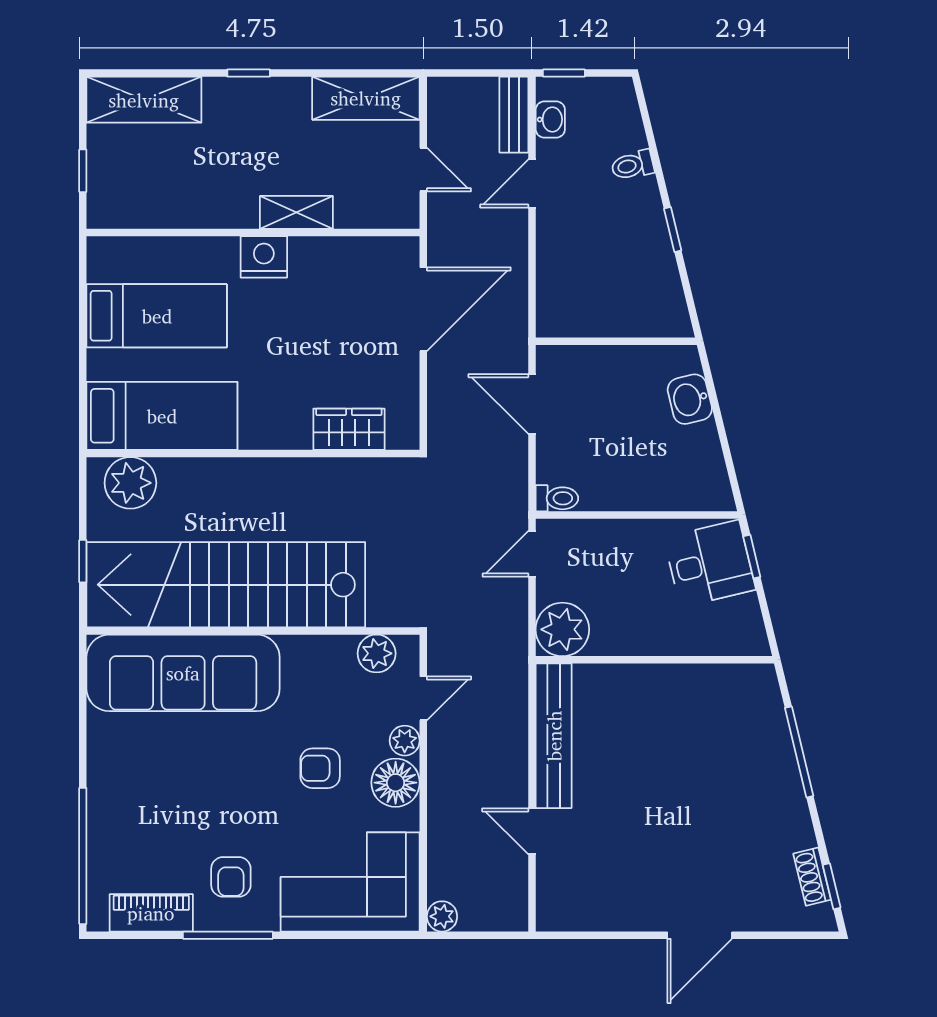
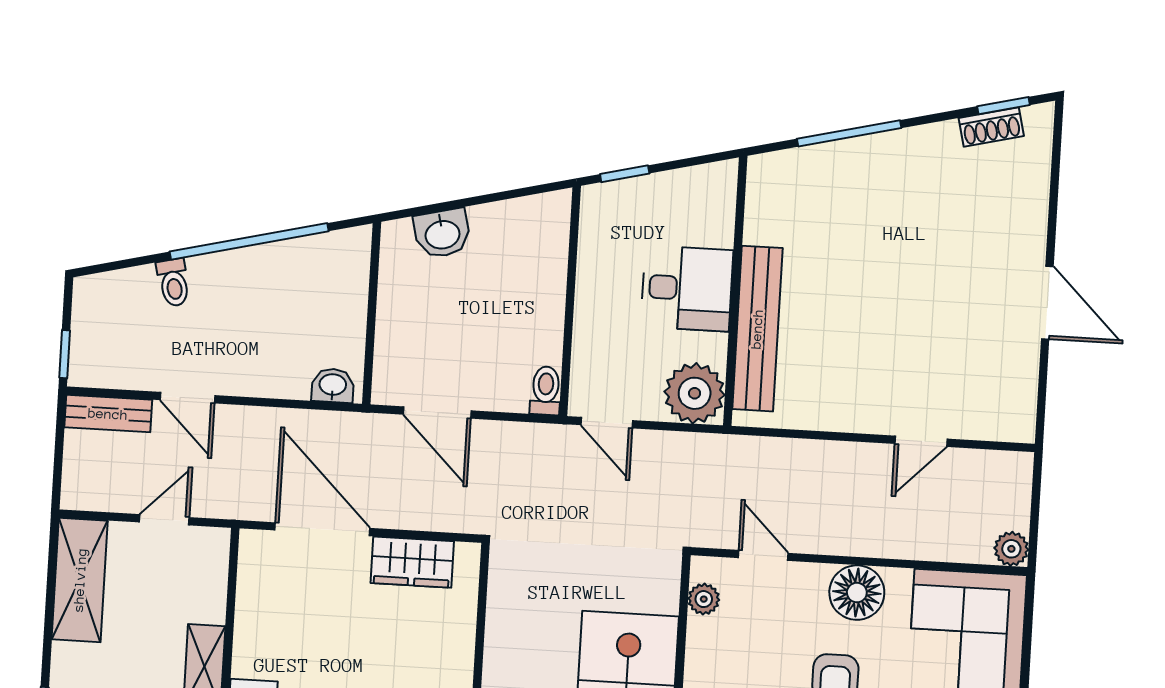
washbasin: (550, 119) -> (333, 386), moved
window: (673, 230) -> (249, 241), width x3.17
door: (532, 404) -> (437, 413), hinge flipped
wardrobe: (349, 429) -> (412, 562), moved, turned -90
desk: (710, 564) -> (687, 288), moved, turned 104
plant: (377, 653) -> (704, 599), width x0.73, depth x0.73
bench: (554, 736) -> (757, 329), moved, turned 90
plant: (405, 741) -> (810, 579), removed
door: (700, 935) -> (1047, 303), moved

